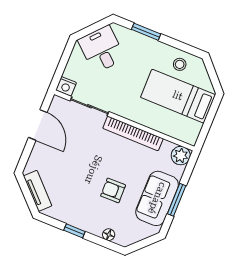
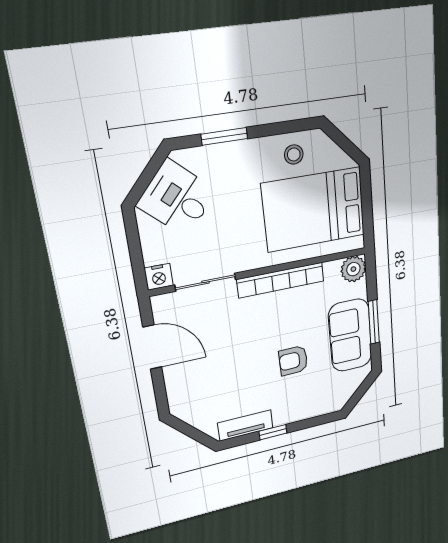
bed: (178, 96) -> (314, 210), width x1.50
tv unit: (38, 191) -> (245, 425), moved, turned -45
floor lamp: (109, 235) -> (315, 410), removed

